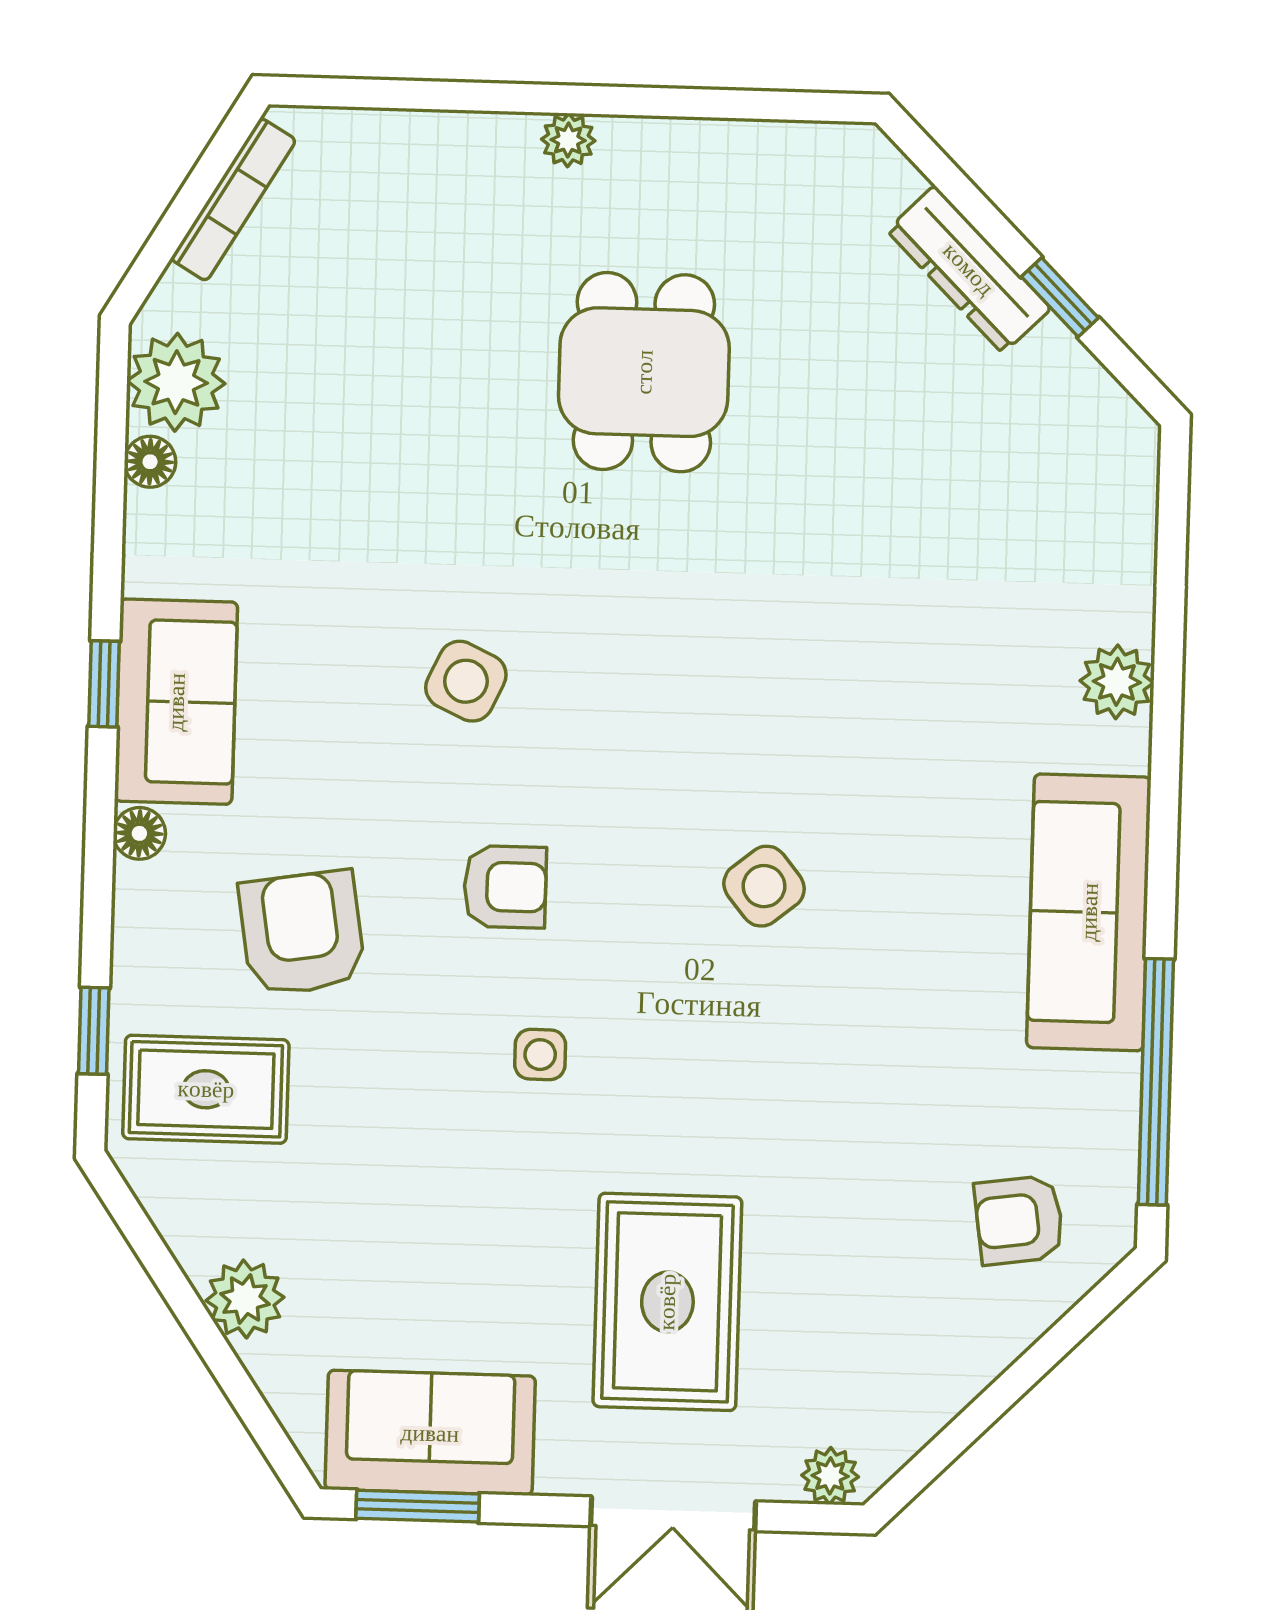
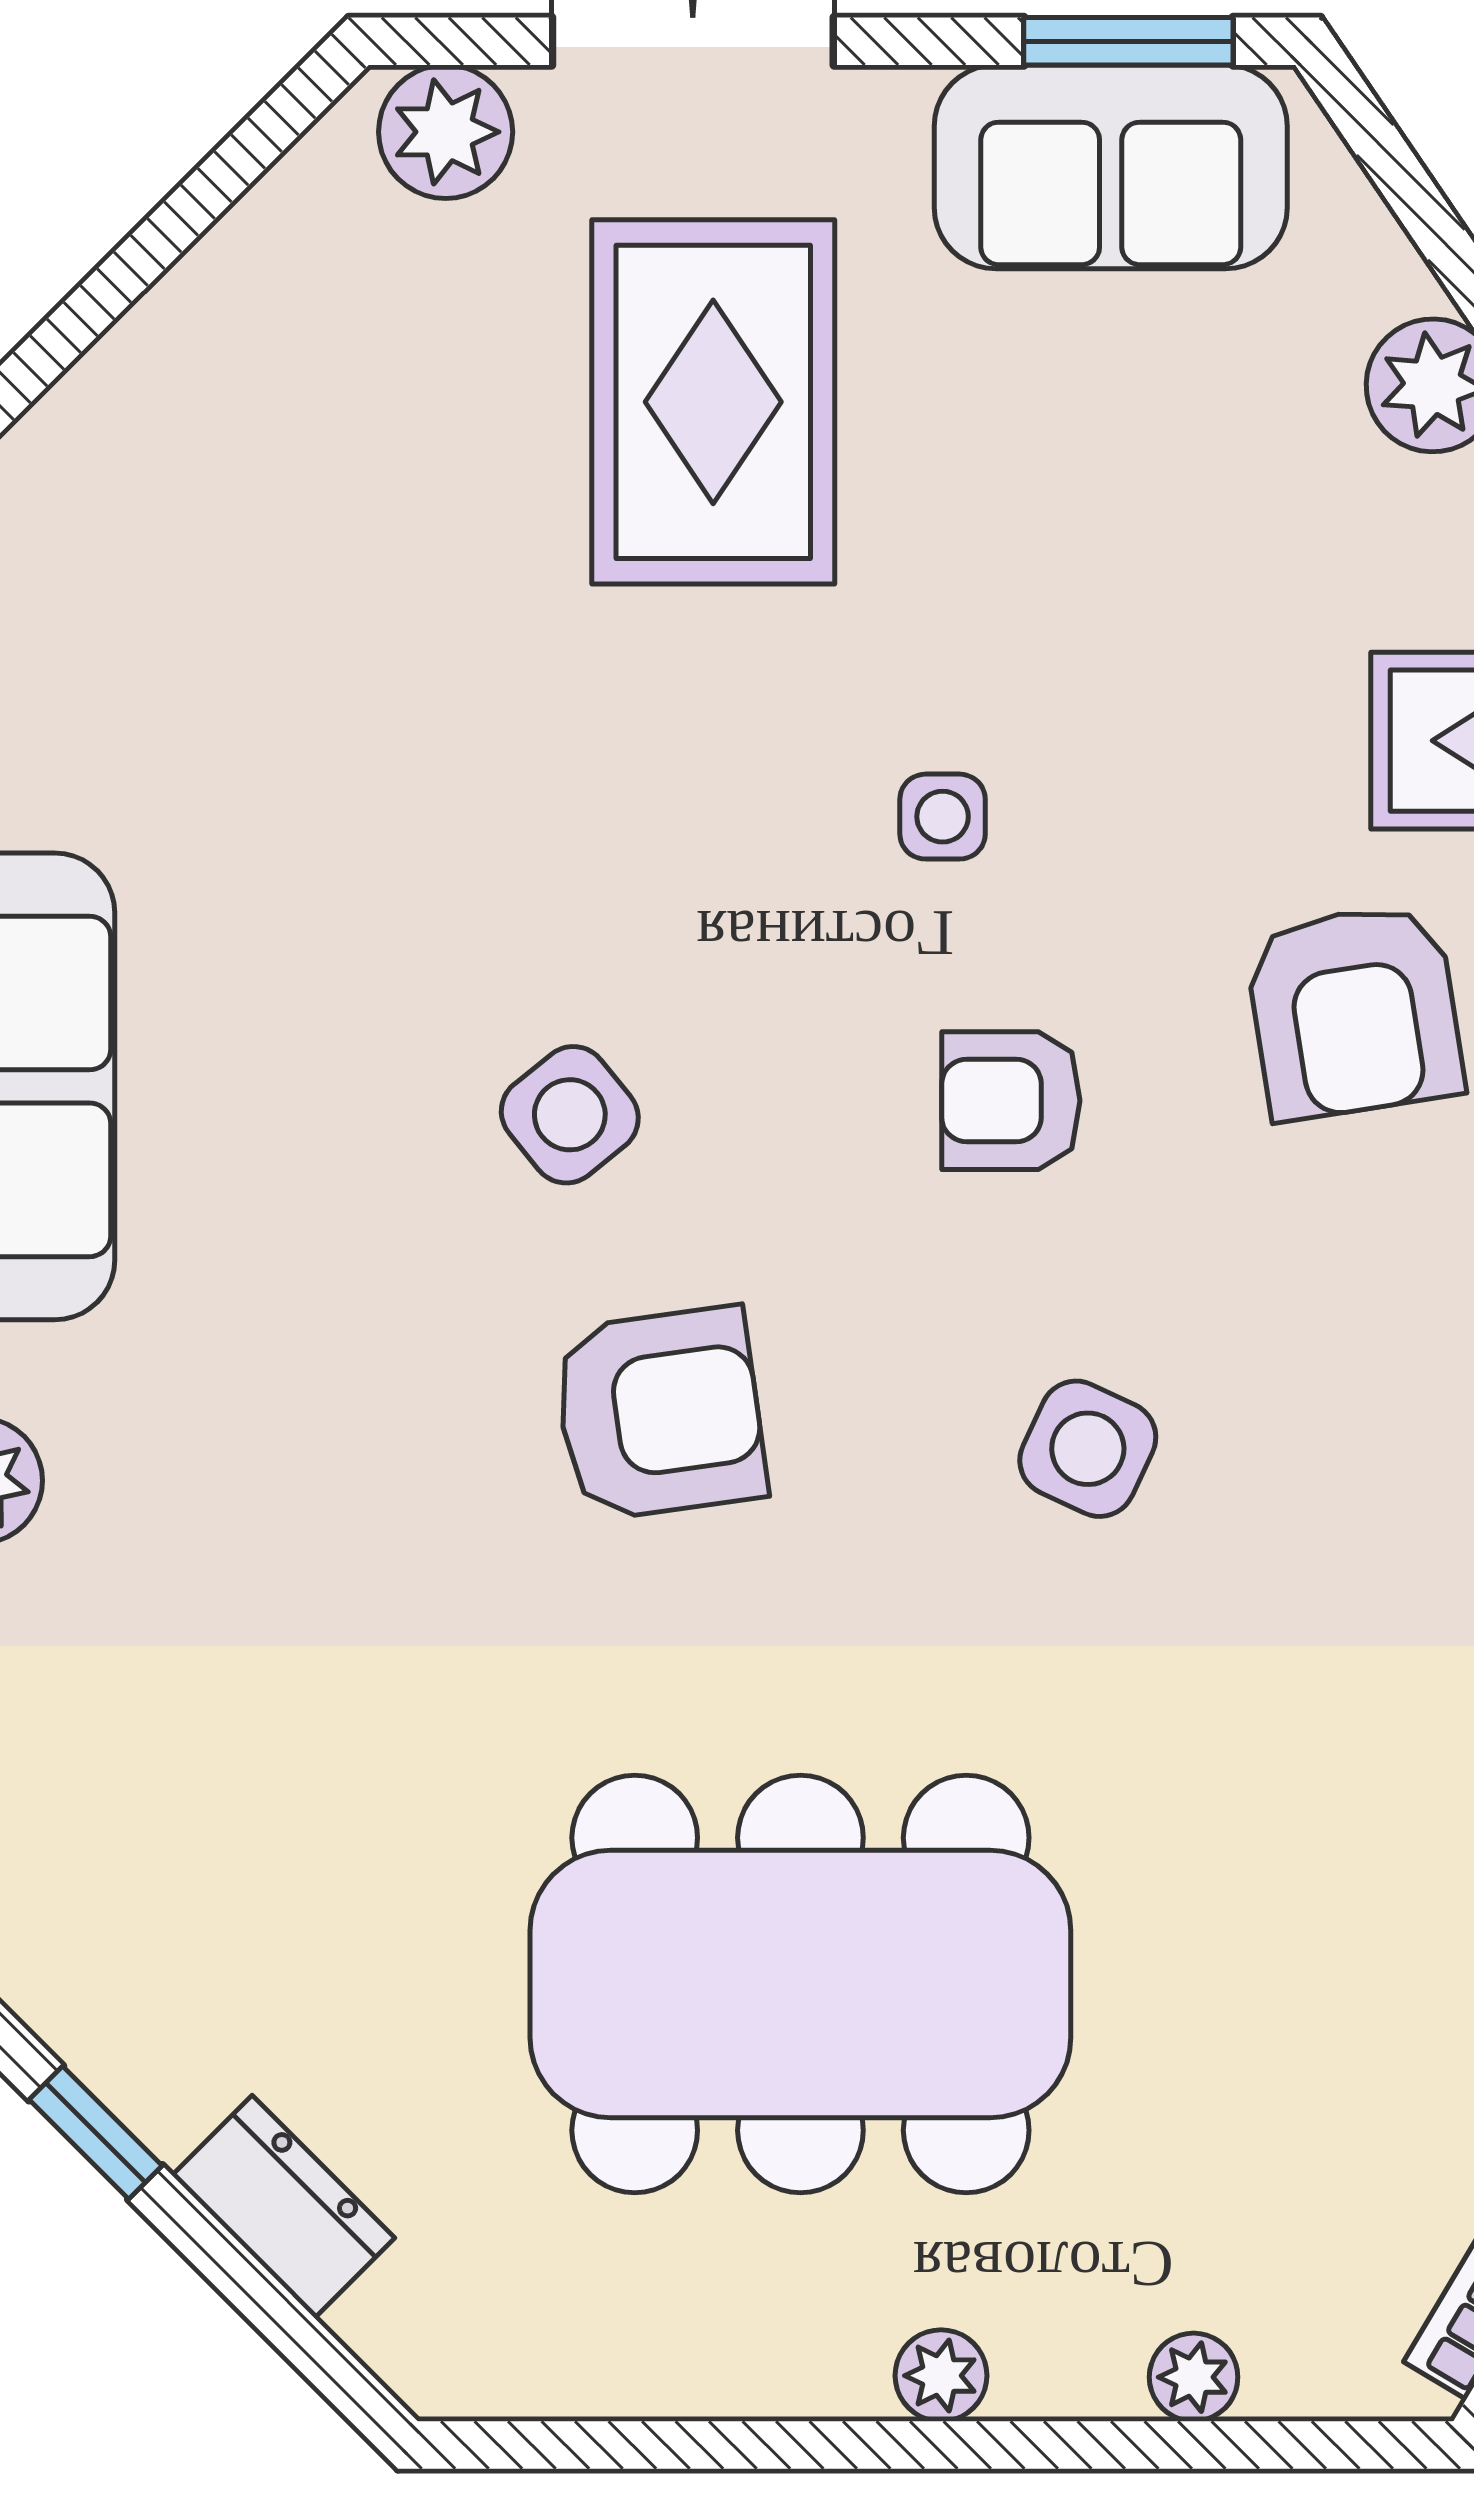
plant: (420, 135) -> (1194, 2377), added
dresser: (969, 269) -> (283, 2207), width x0.70
dining table: (644, 372) -> (800, 1984), width x1.88, depth x1.24
armchair: (1019, 1220) -> (660, 1414), moved, width x1.38, depth x1.38
plant: (830, 1476) -> (446, 132), width x1.38, depth x1.38

